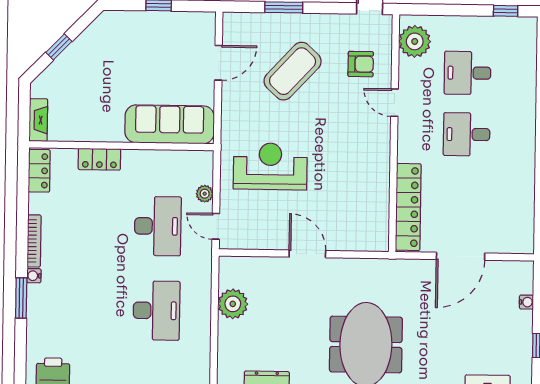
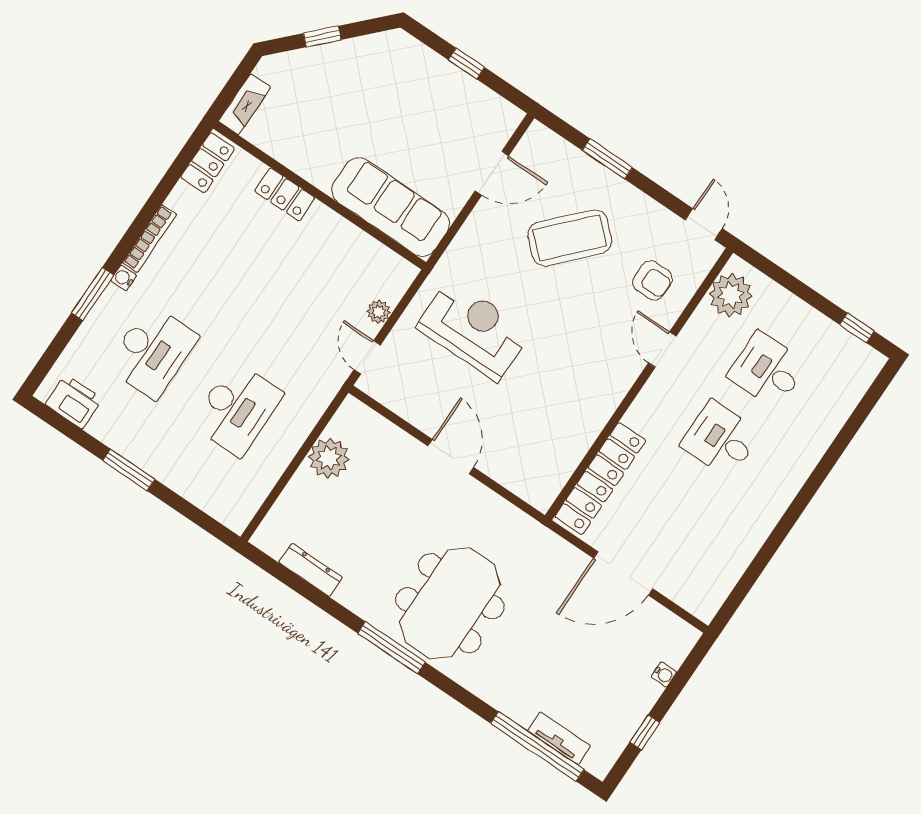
desk: (158, 226) -> (152, 352), moved

